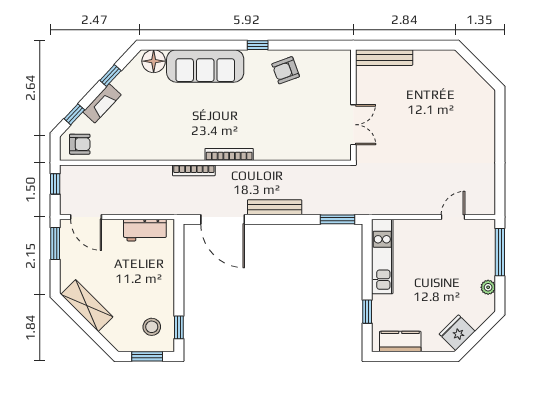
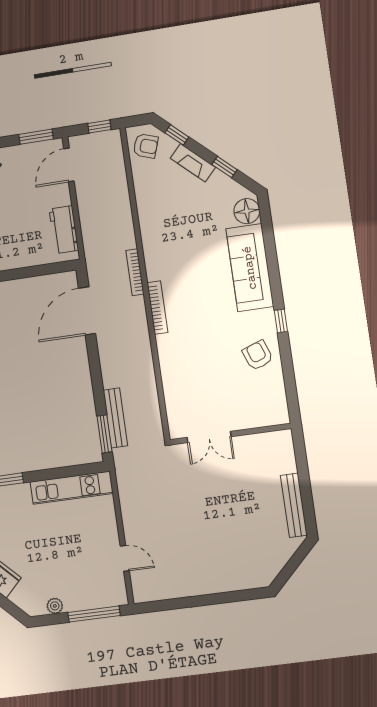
bench: (384, 58) -> (294, 505), moved
armchair: (80, 144) -> (146, 146), turned -71
bench: (275, 207) -> (115, 418), moved

